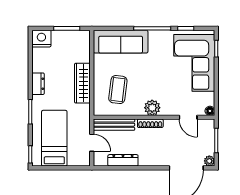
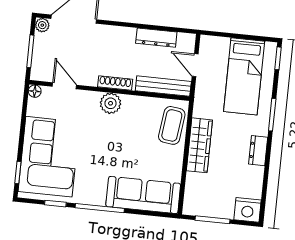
coffee table: (118, 90) -> (172, 125), moved

